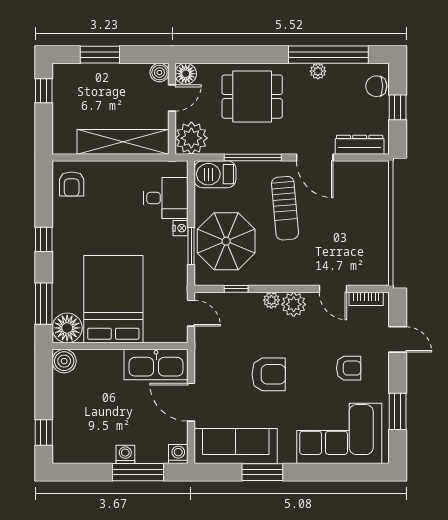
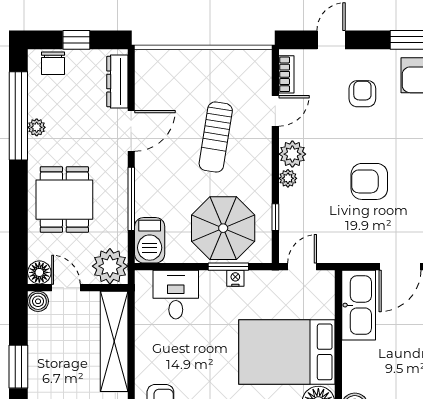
sun lounger: (285, 208) -> (216, 137), moved, turned 104
nightstand: (180, 228) -> (235, 278), moved
armchair: (269, 374) -> (369, 181), turned -90

